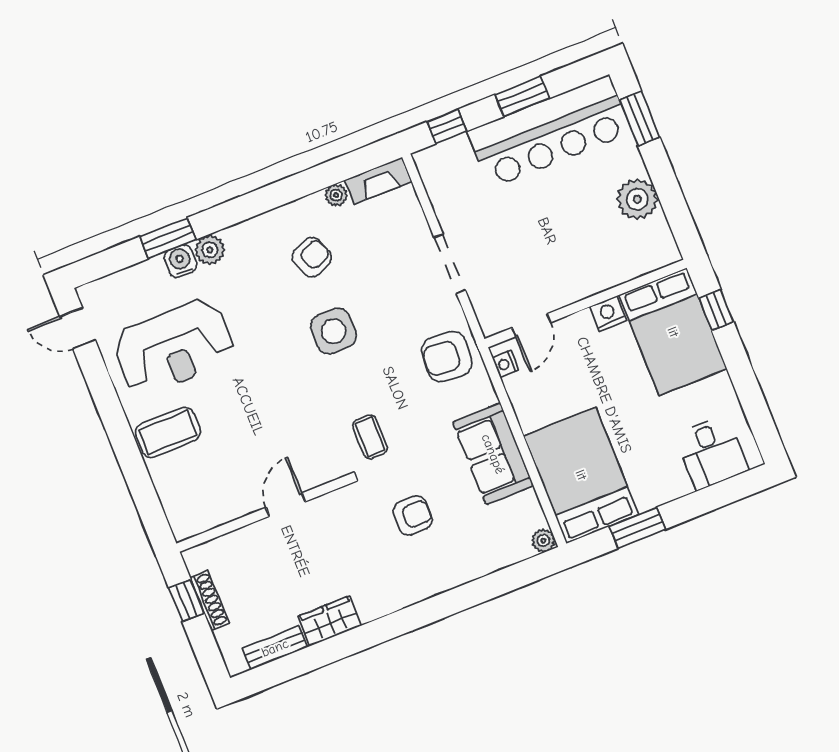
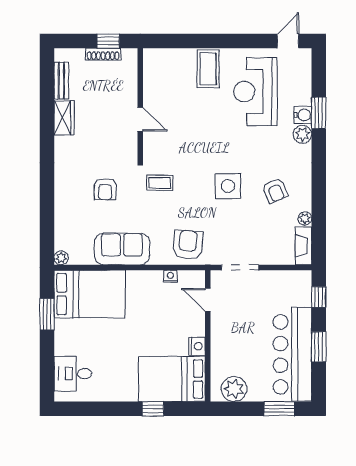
wall: (586, 303) -> (208, 336), moved
nightstand: (608, 314) -> (197, 346), moved
door: (531, 325) -> (208, 300), moved
bed: (673, 332) -> (172, 379), moved

